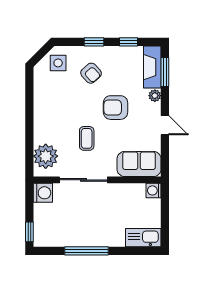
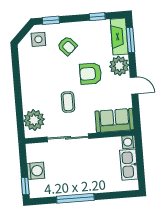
window: (94, 42) -> (51, 20), moved
plant: (155, 96) -> (119, 66), width x1.88, depth x1.88
washing machine: (43, 193) -> (36, 171), moved
kitchen sink: (143, 238) -> (129, 165), moved, turned -90

